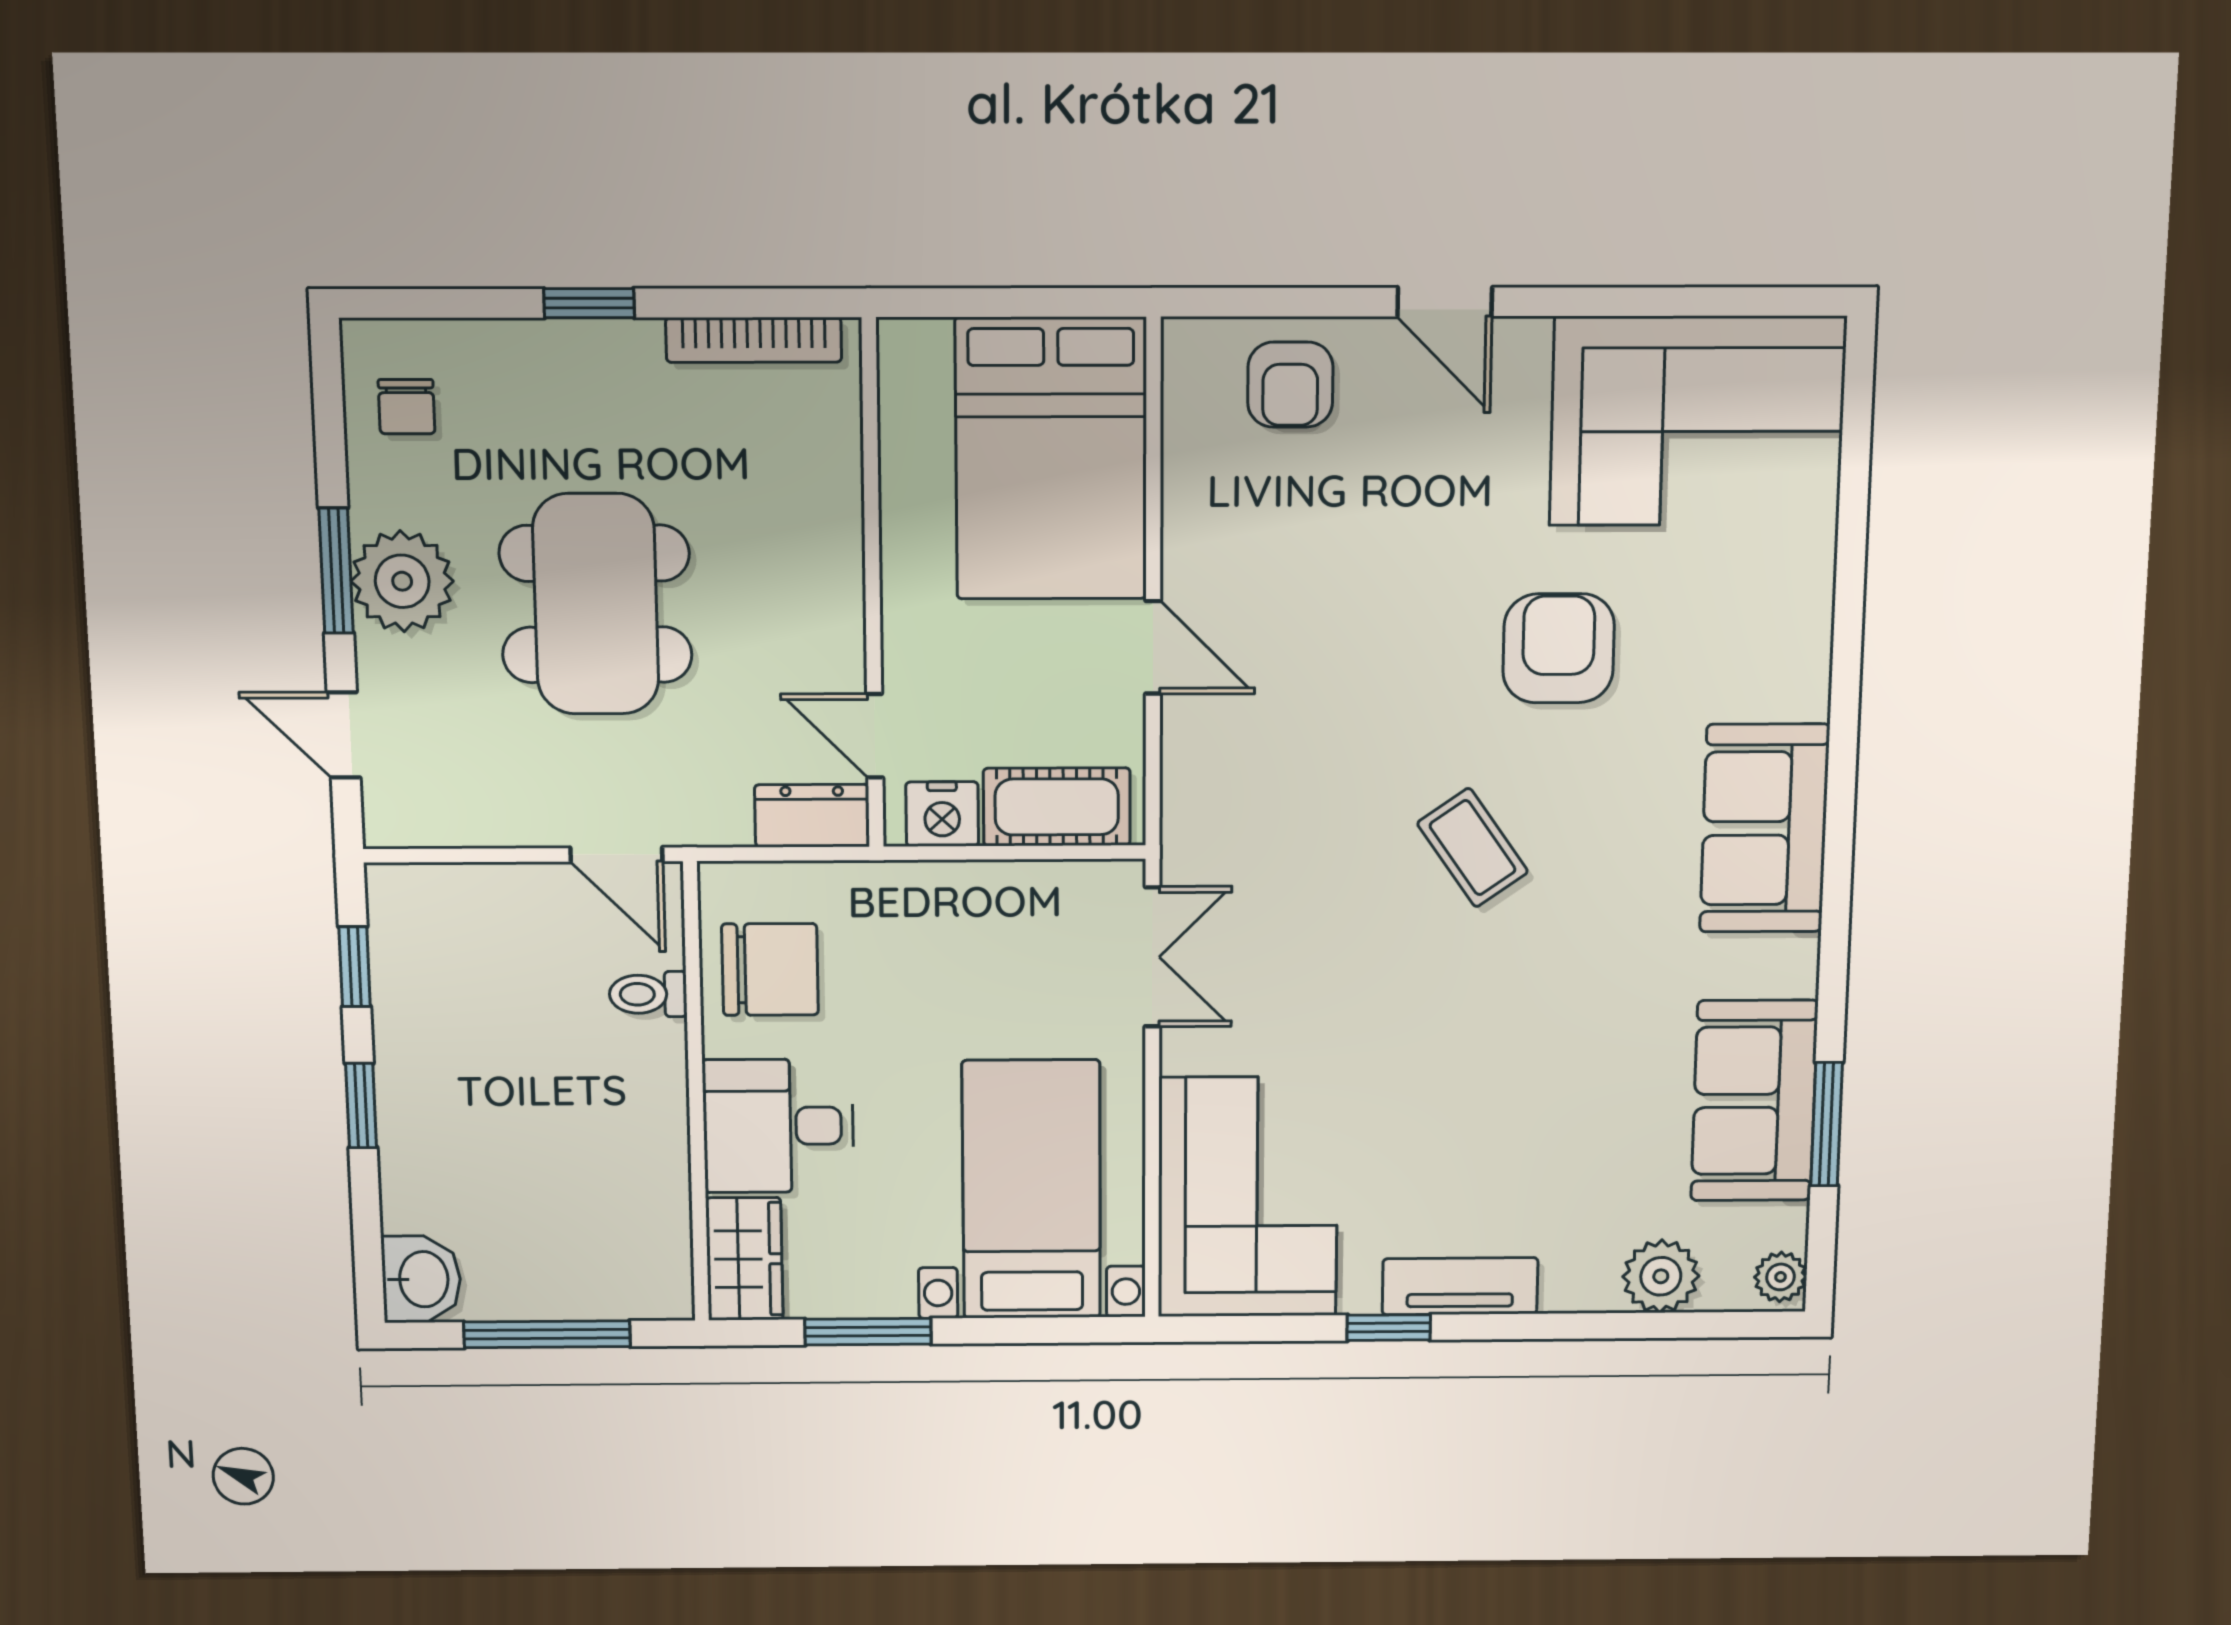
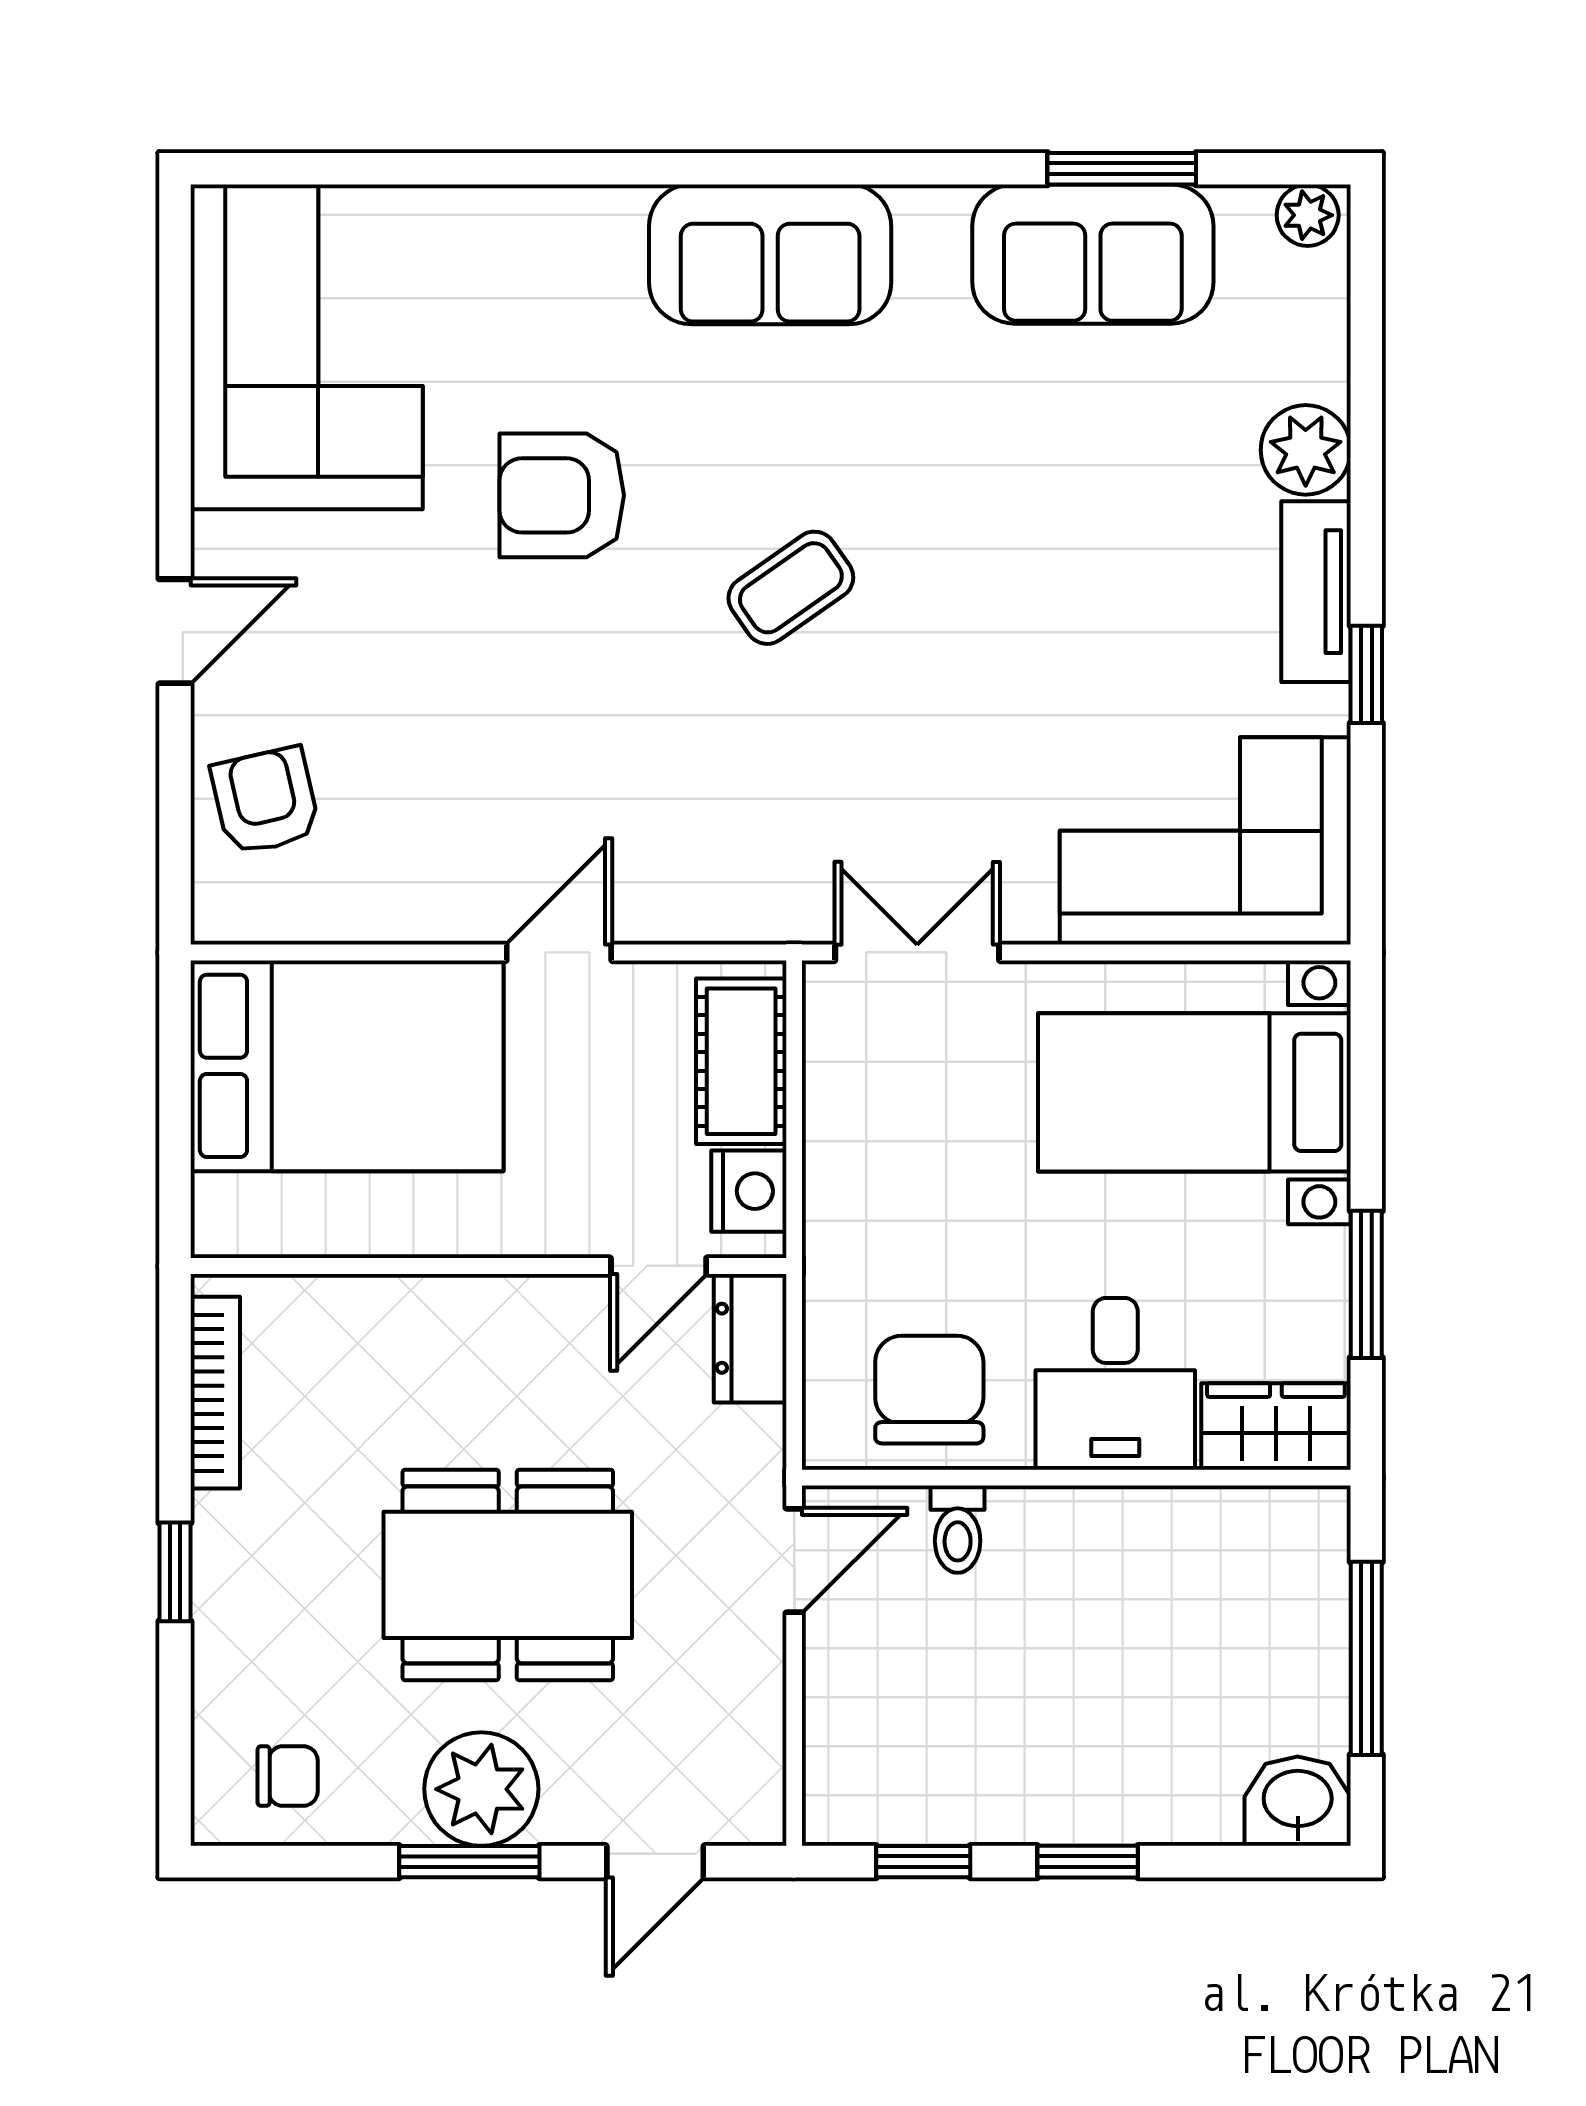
armchair: (1290, 385) -> (265, 801), turned -103
plant: (1661, 1276) -> (1306, 450), moved

